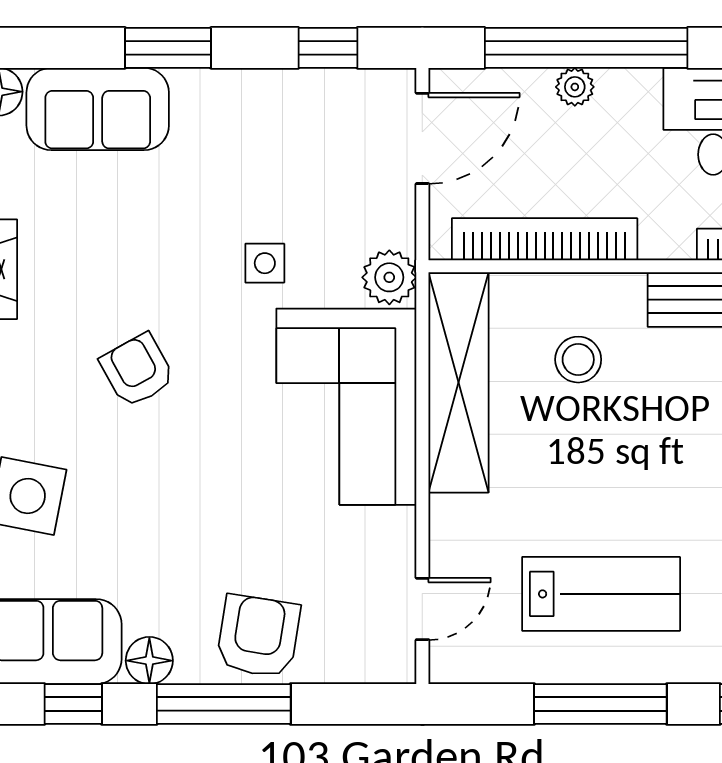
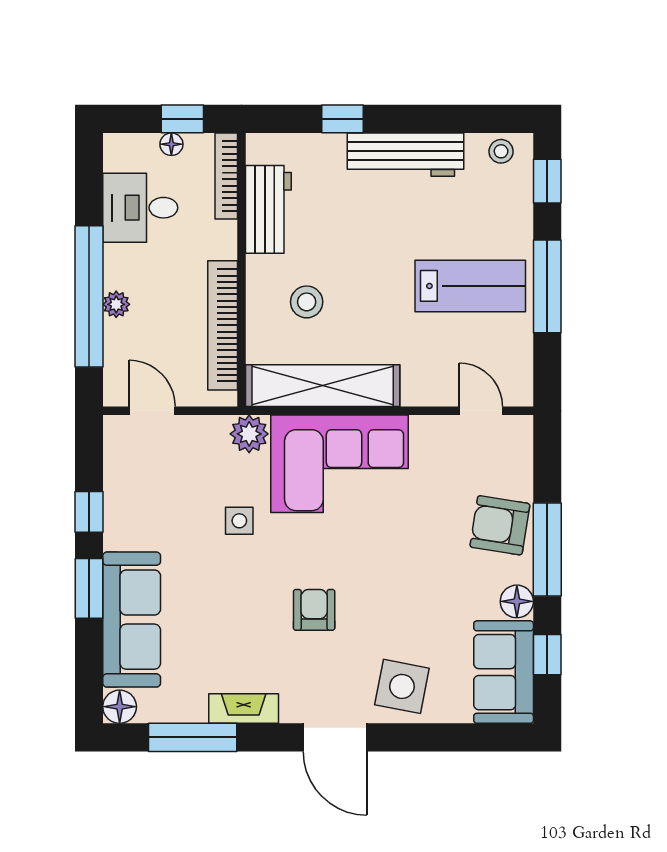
window: (328, 48) -> (89, 512), moved
sofa: (98, 109) -> (132, 620), width x1.36
door: (422, 138) -> (152, 411), width x0.73
armchair: (137, 370) -> (314, 610), turned 119
lab bench: (601, 594) -> (470, 286), turned 90

